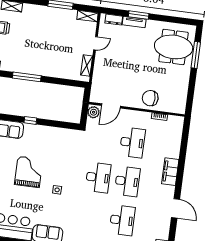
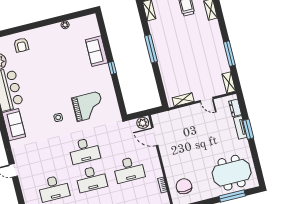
meeting table: (174, 47) -> (232, 173), turned 90
chair: (150, 98) -> (184, 186), moved
grand piano: (29, 172) -> (88, 106), moved

